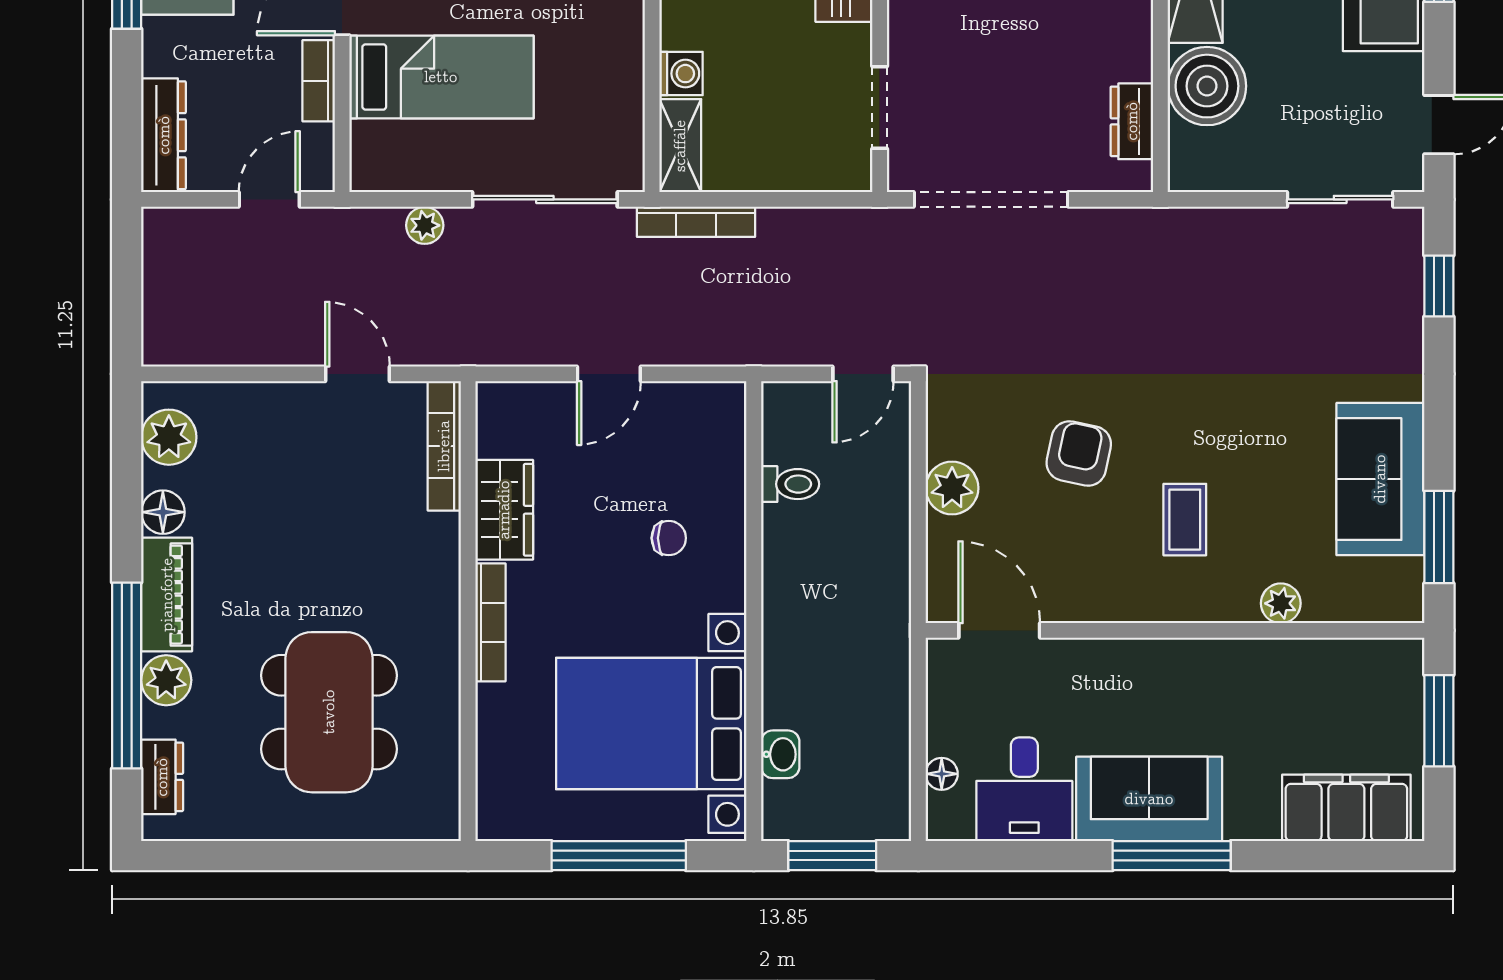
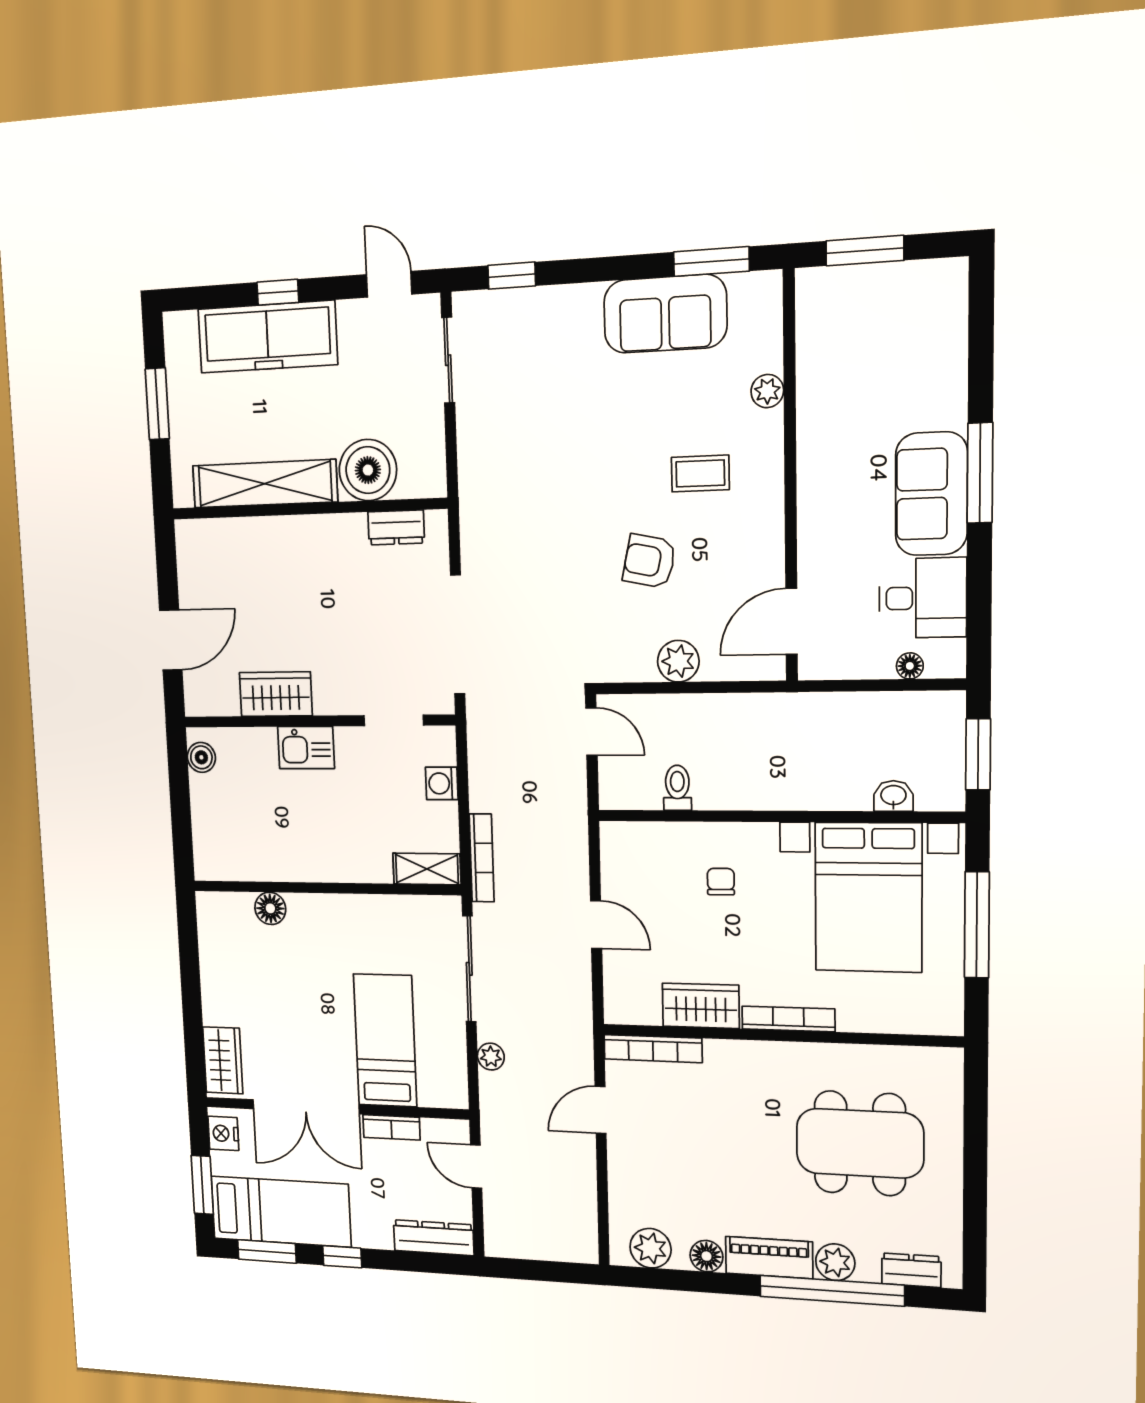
washing machine: (681, 74) -> (442, 783), moved, turned -90
filing cabinet: (1346, 808) -> (939, 326), removed

